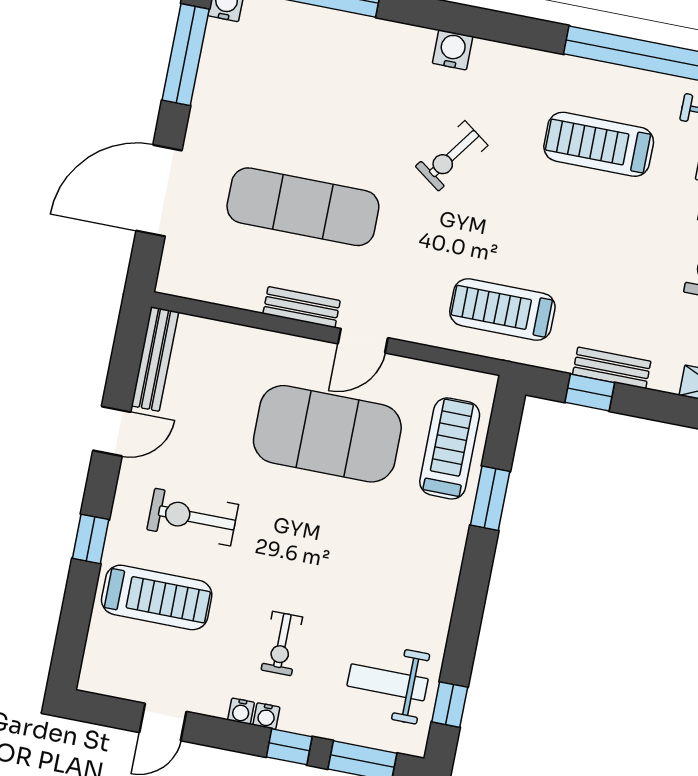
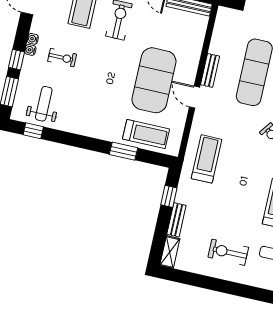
bench: (612, 368) -> (176, 220), moved
exercise bike: (282, 644) -> (62, 58), turned 180

